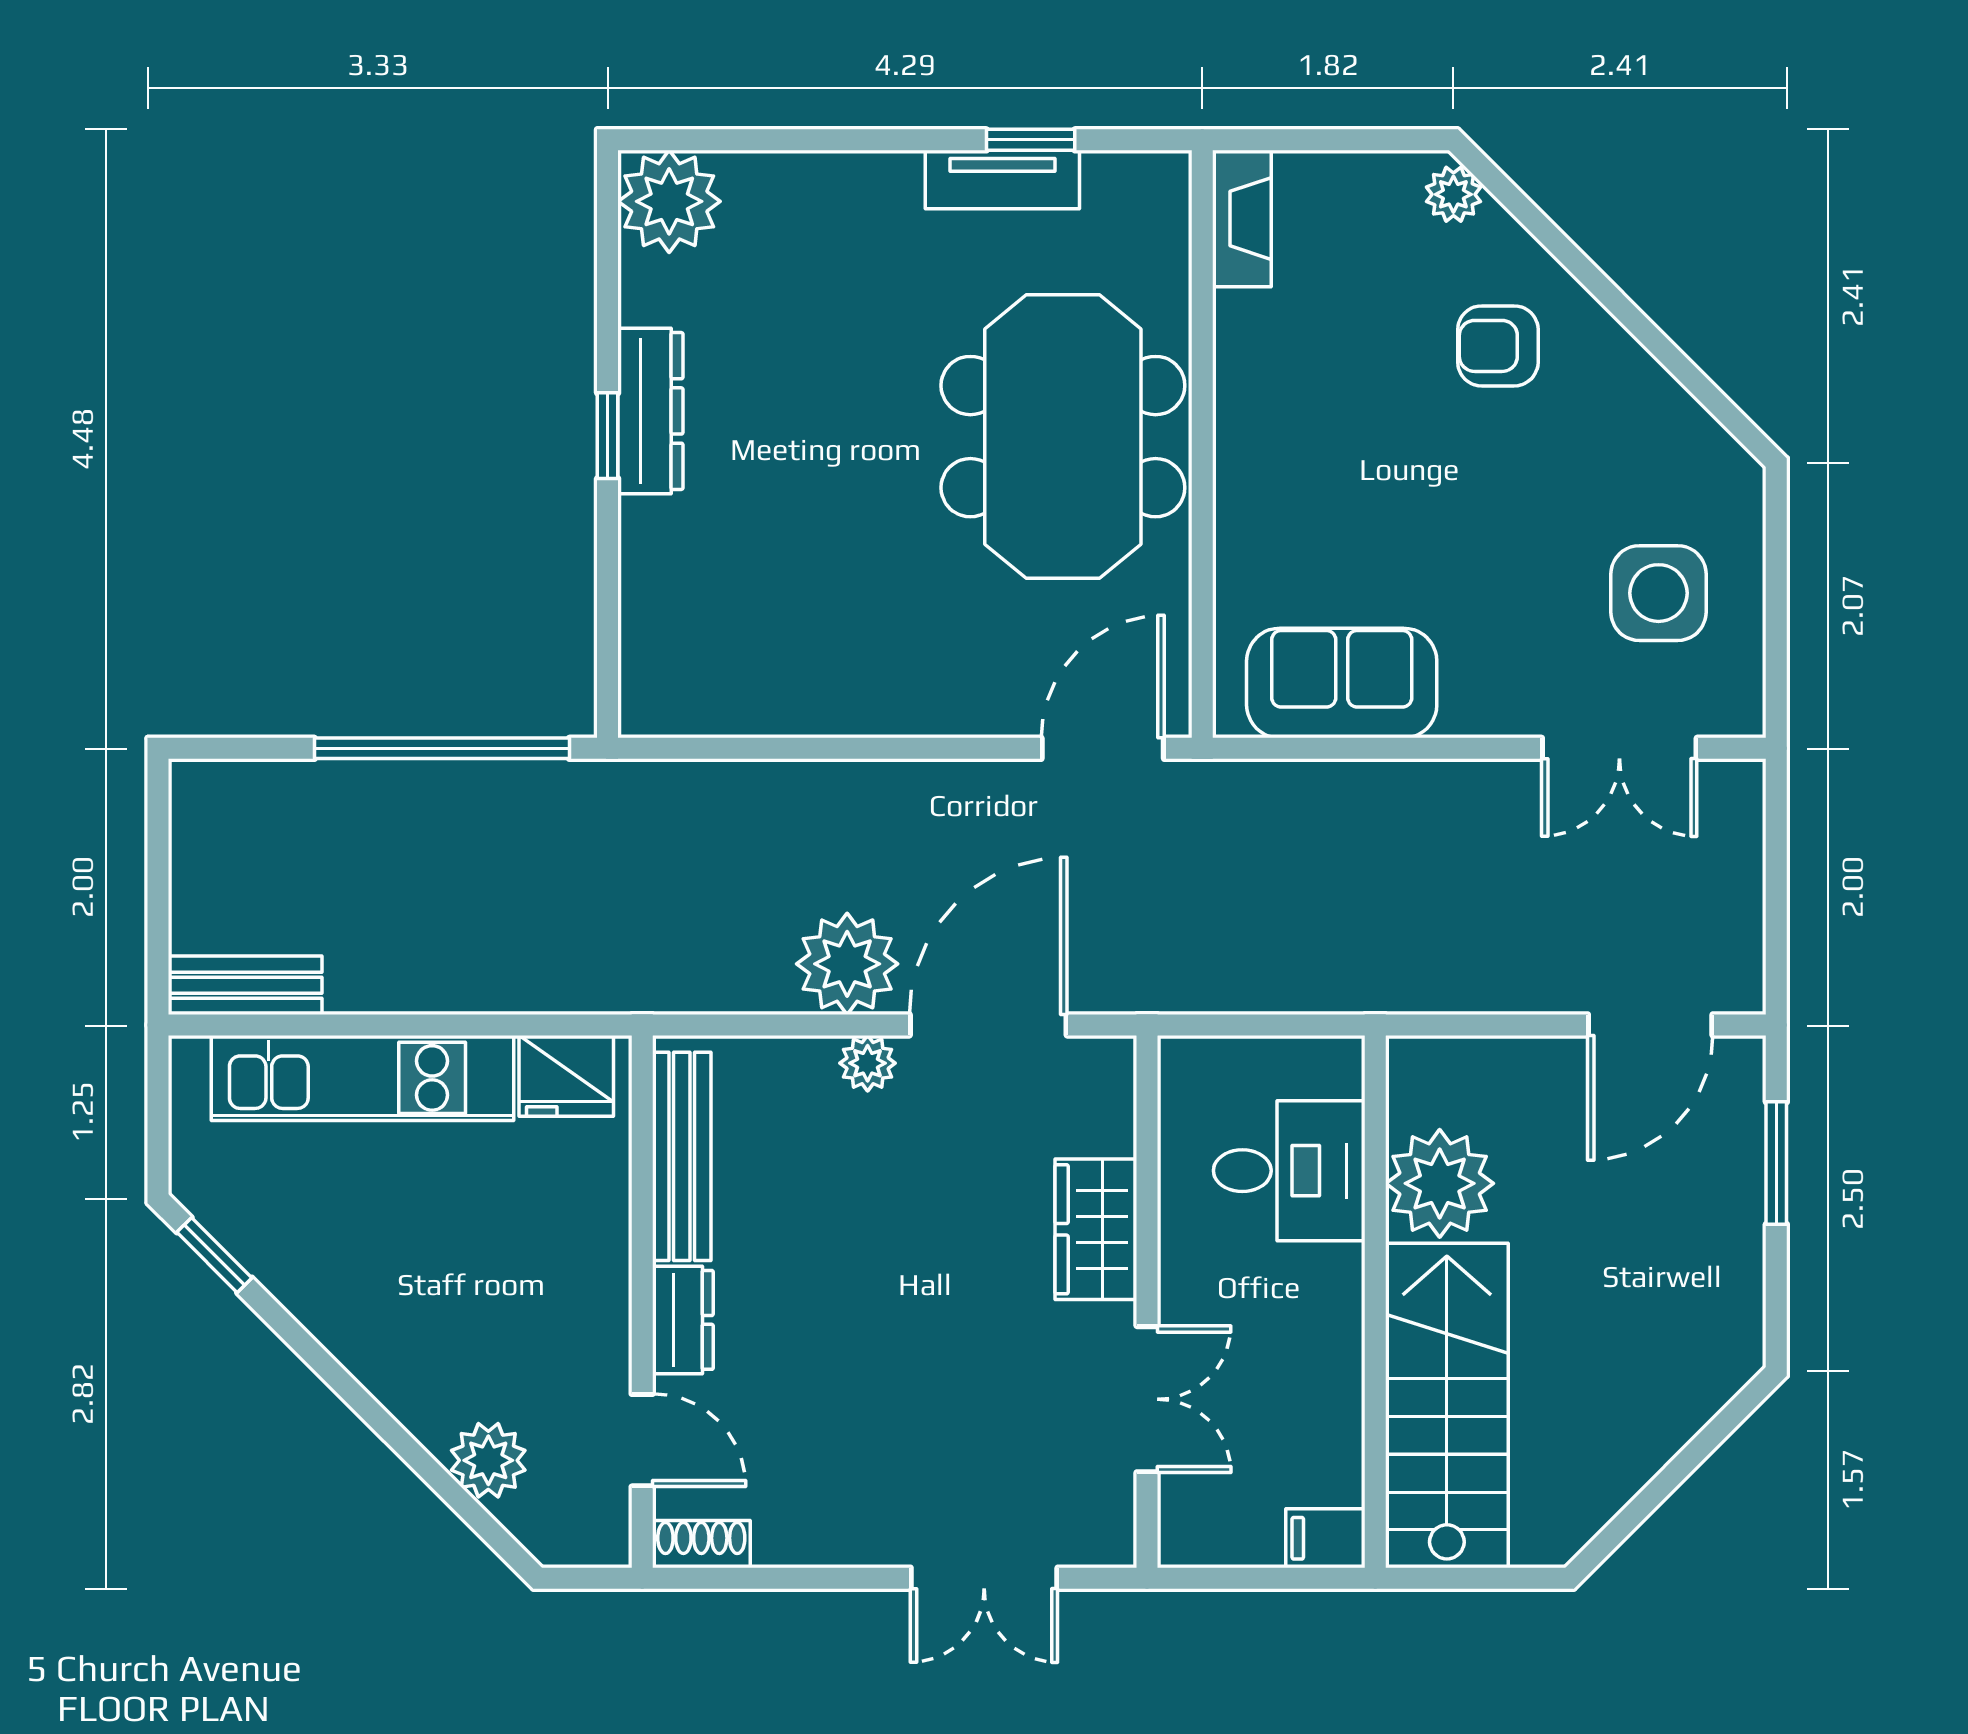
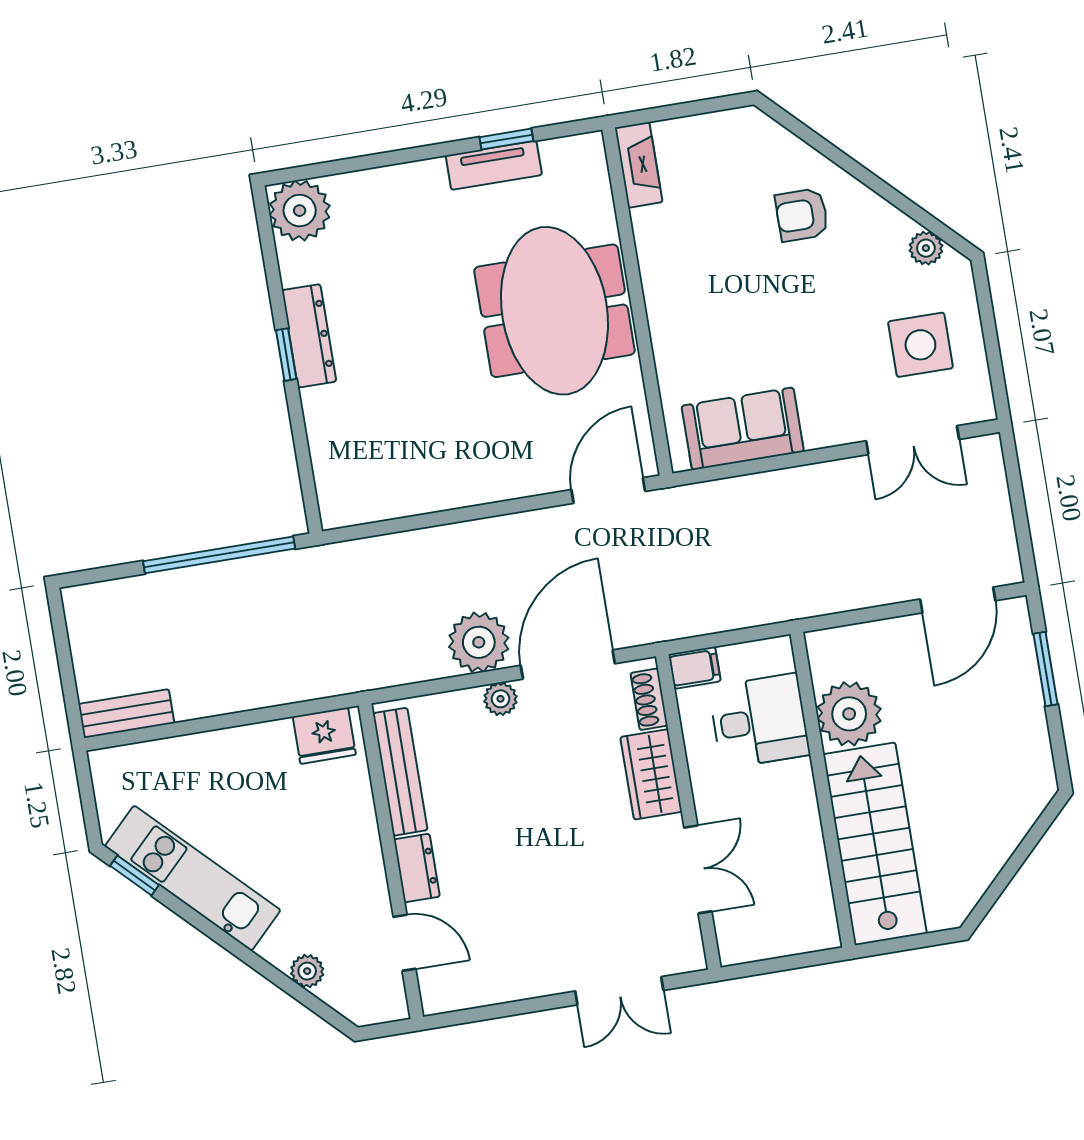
plant: (1453, 194) -> (926, 248), moved
kitchen unit: (363, 1078) -> (193, 878), moved, turned -135
plant: (488, 1460) -> (307, 971), width x0.73, depth x0.73
filing cabinet: (1325, 1538) -> (695, 668), moved, turned 180
shoe rack: (701, 1544) -> (649, 699), moved, turned -90

